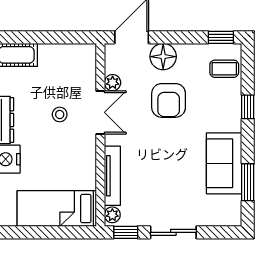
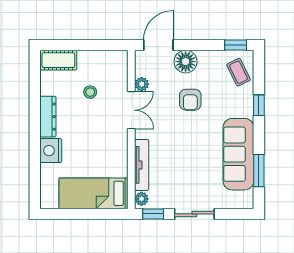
coffee table: (224, 69) -> (239, 72), turned 64
armchair: (169, 100) -> (190, 100), width x0.72, depth x0.72
stool: (60, 115) -> (90, 92), moved
sofa: (224, 163) -> (238, 154), width x1.36

